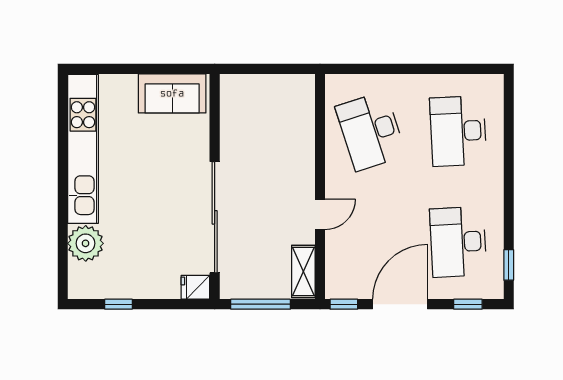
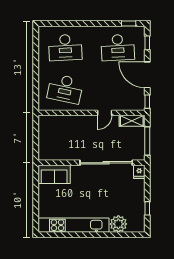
sofa: (172, 93) -> (54, 174), moved, turned 90
desk: (371, 131) -> (65, 89), turned 30
door: (320, 214) -> (105, 113), swing flipped

